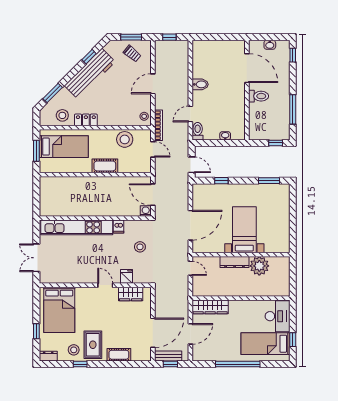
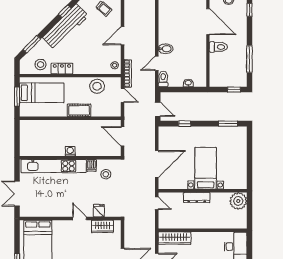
bidet: (200, 84) -> (166, 49), moved
washing machine: (146, 211) -> (70, 151), moved
stool: (140, 247) -> (106, 174), moved
plant: (259, 266) -> (238, 201), moved

